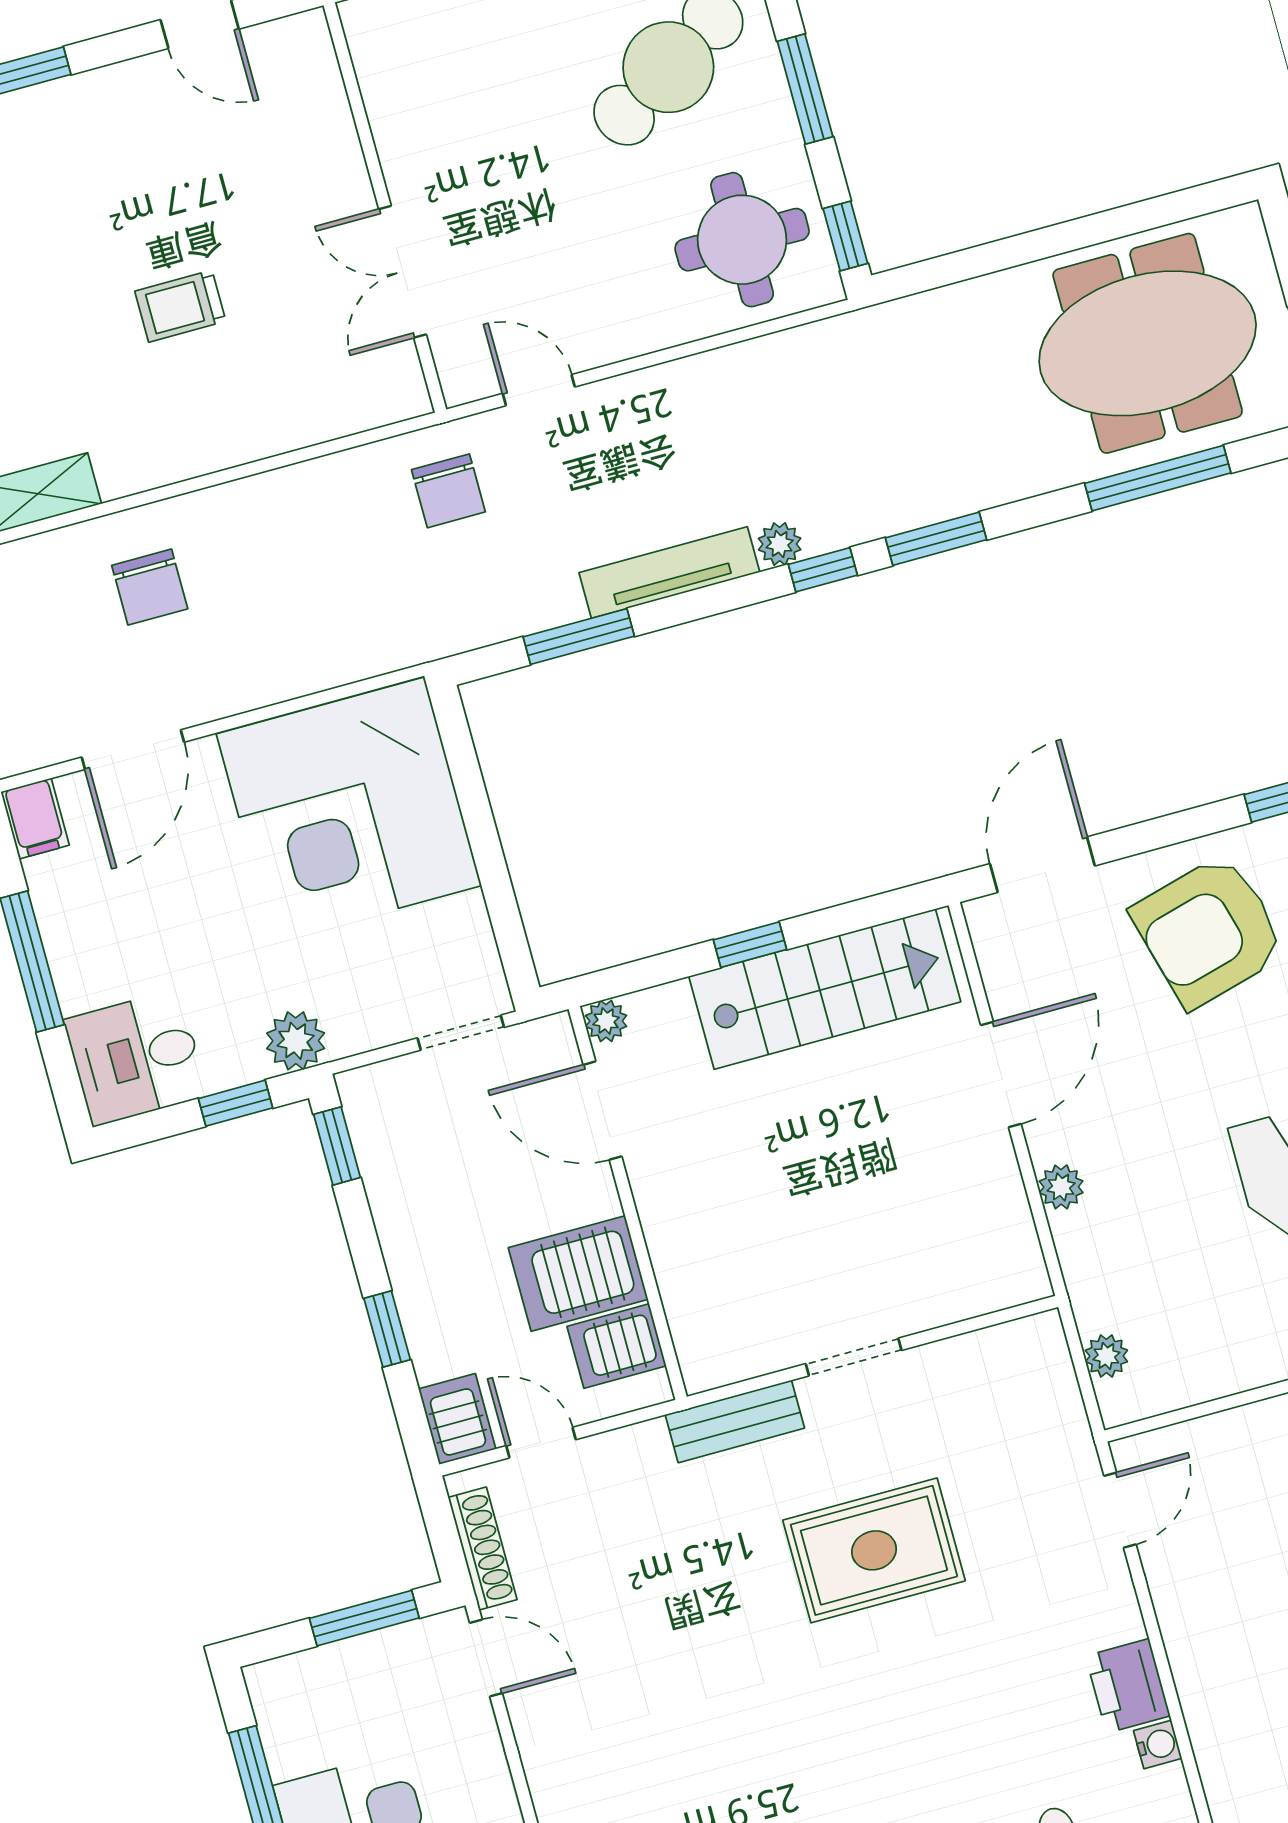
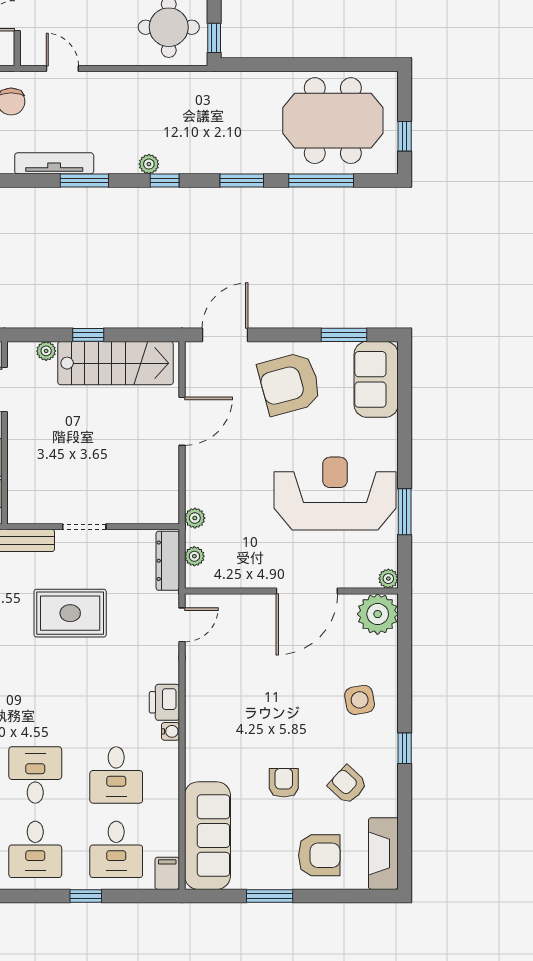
window: (936, 539) -> (242, 180), moved
tv unit: (669, 572) -> (54, 163), moved
window: (579, 637) -> (84, 180), moved
plant: (606, 1021) -> (46, 351), moved
plant: (1061, 1187) -> (195, 518), moved
dresser: (1052, 1381) -> (168, 561), added

